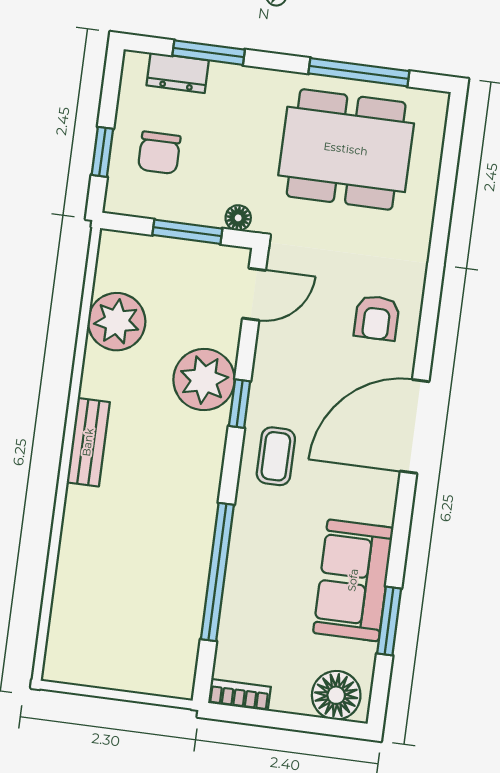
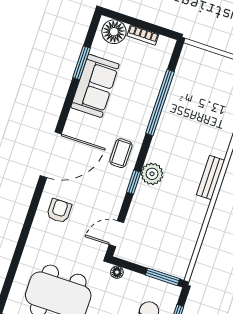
window: (187, 232) -> (163, 277), moved
plant: (117, 322) -> (185, 233), removed
plant: (204, 380) -> (152, 174), moved, width x0.73, depth x0.73
bookcase: (239, 695) -> (143, 35), moved

